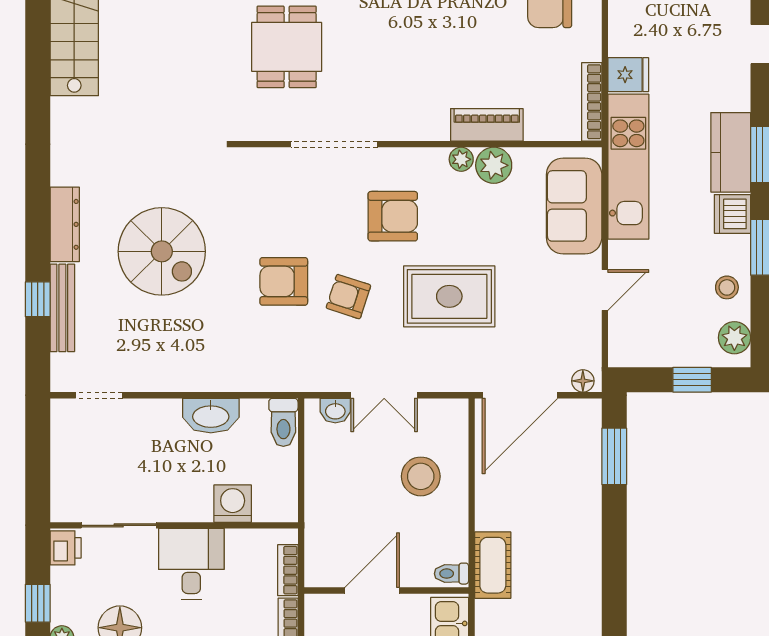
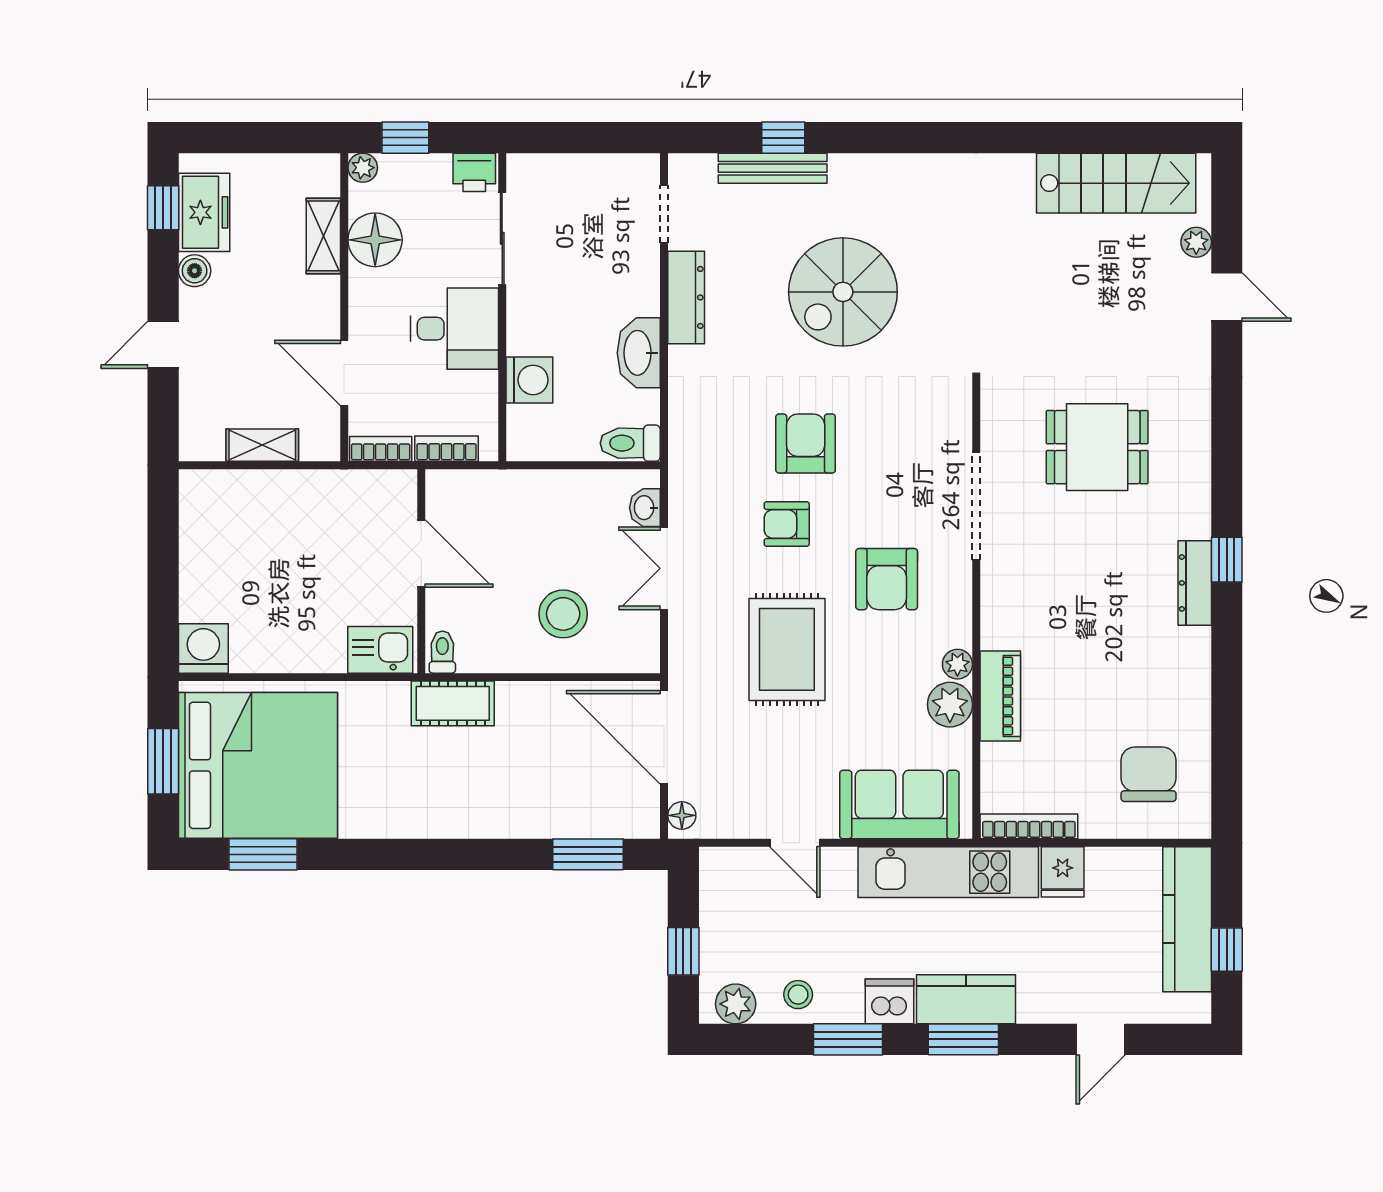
dresser: (65, 224) -> (686, 297), moved, turned -90
armchair: (348, 297) -> (787, 524), turned -108

